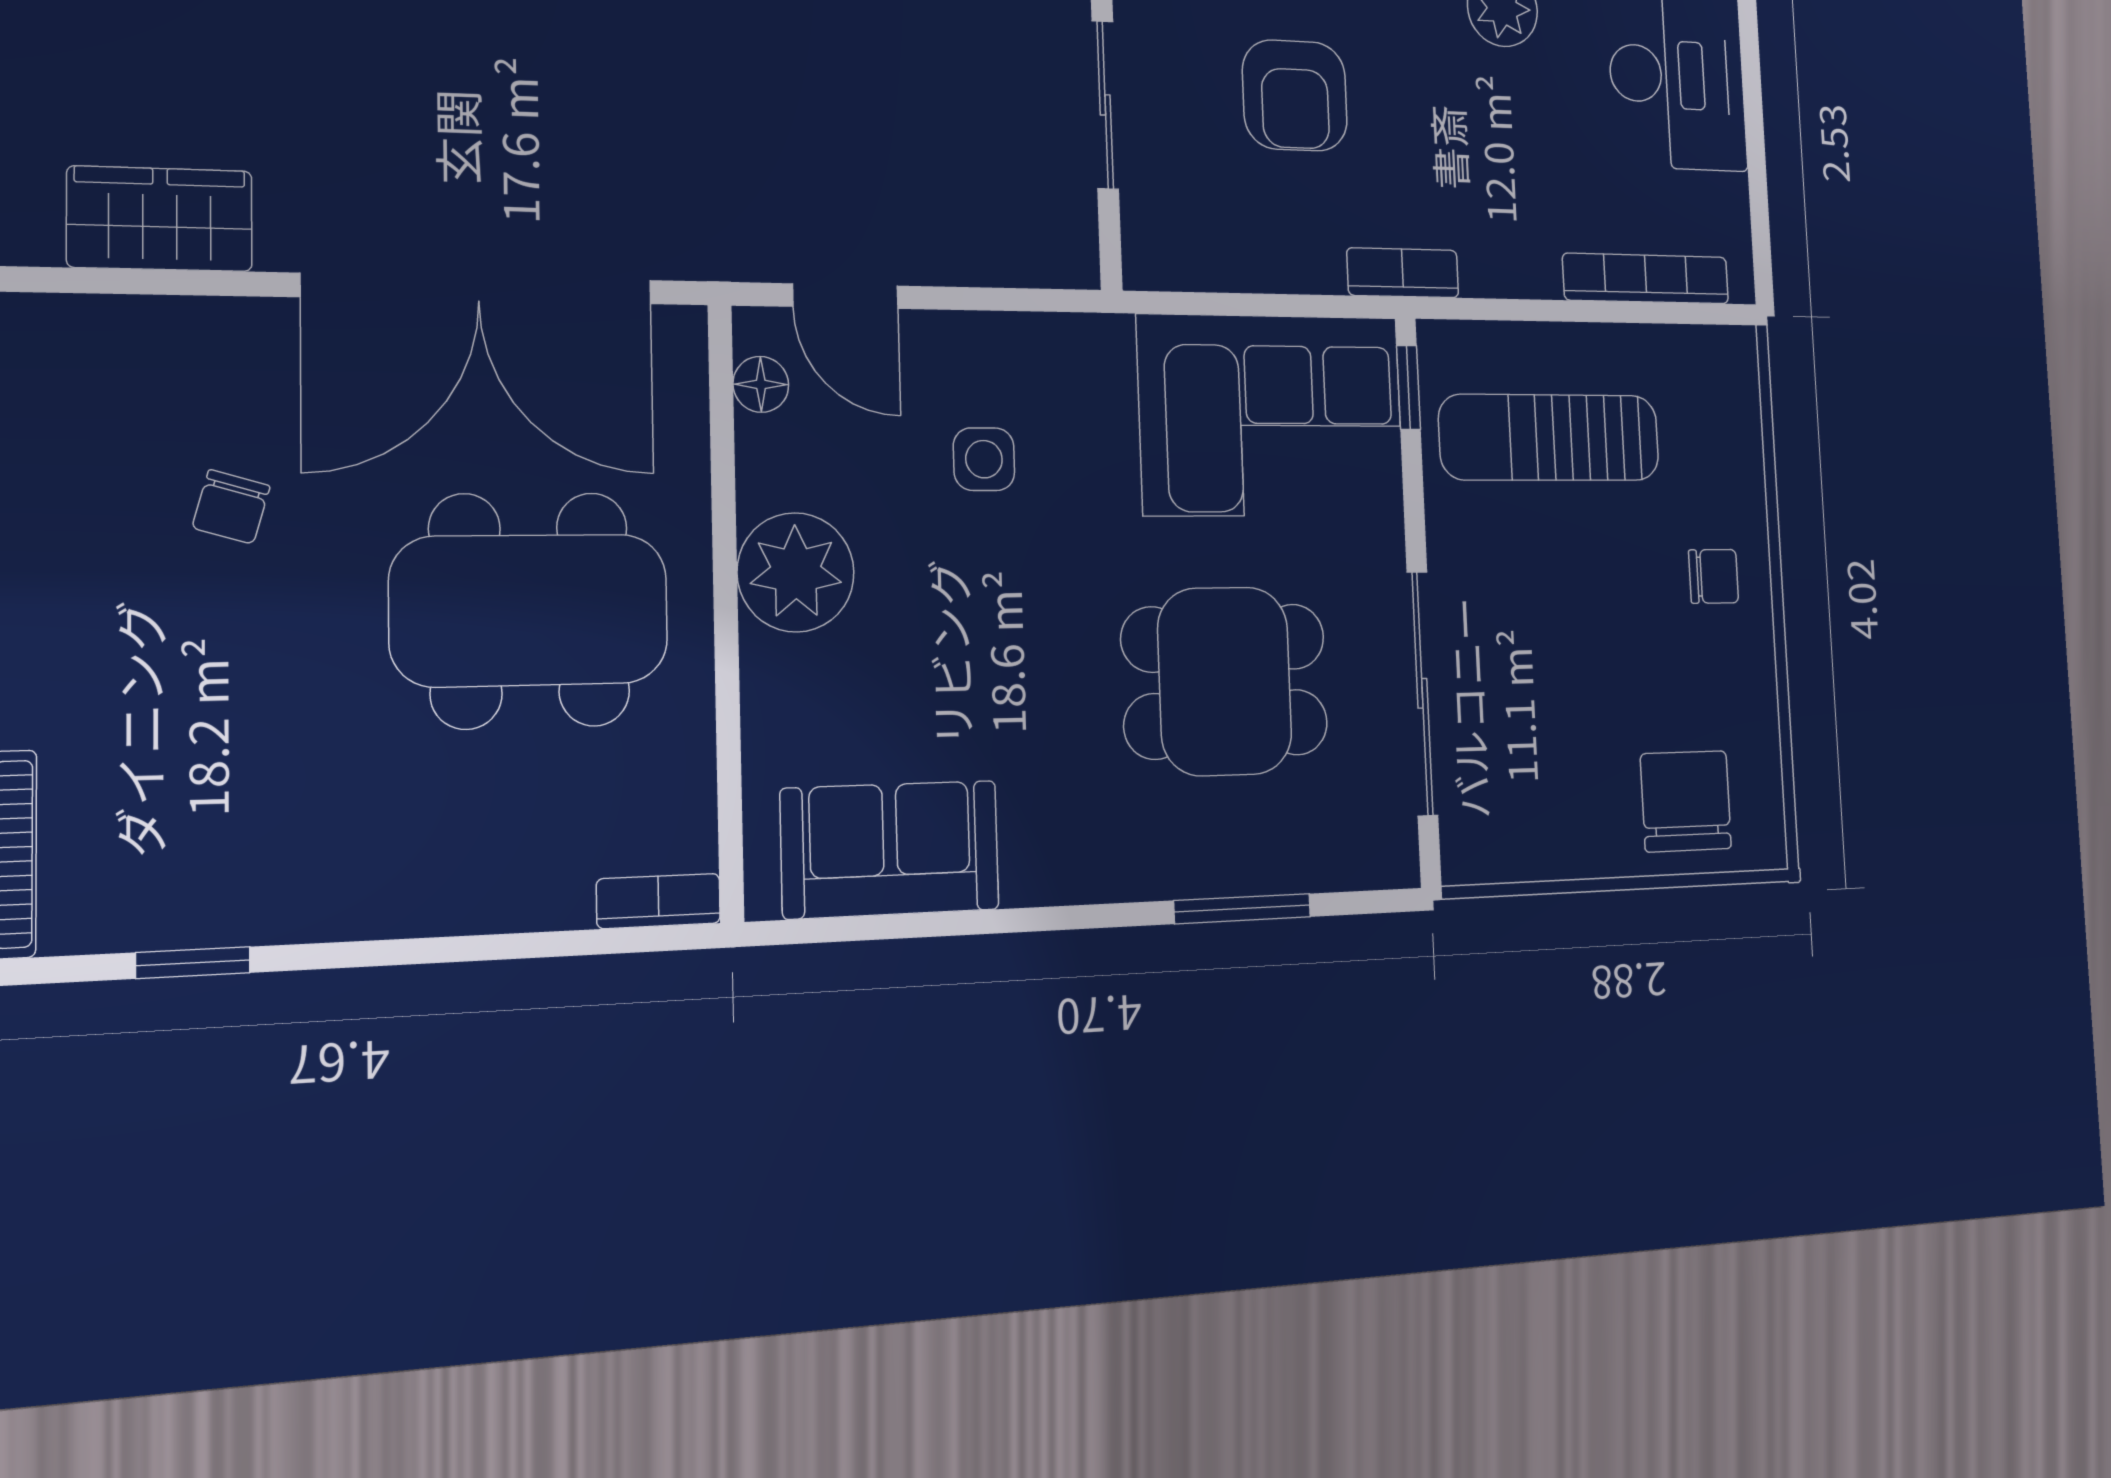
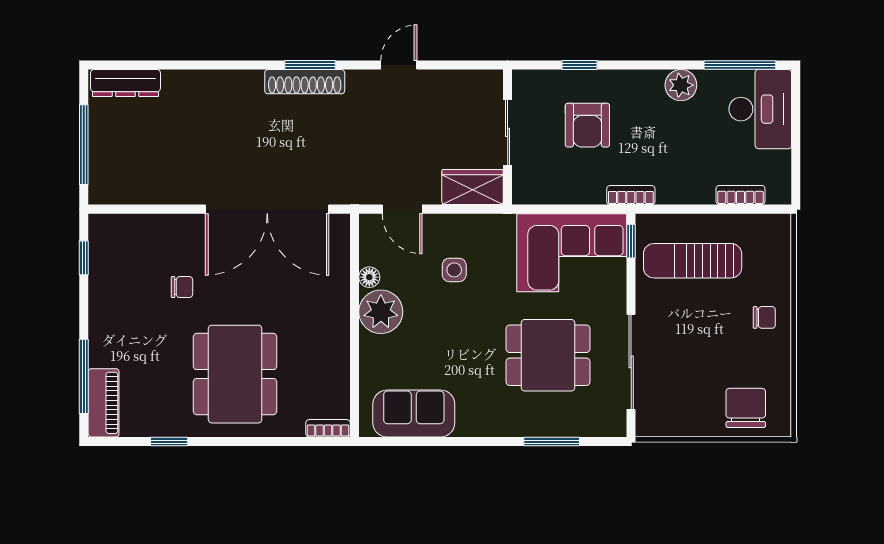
wardrobe: (160, 219) -> (473, 187), moved
bookcase: (1646, 278) -> (740, 195), width x0.64
floor lamp: (761, 384) -> (369, 277), moved
chair: (231, 507) -> (182, 287), turned -106
dining table: (530, 610) -> (235, 374), moved, turned 90

